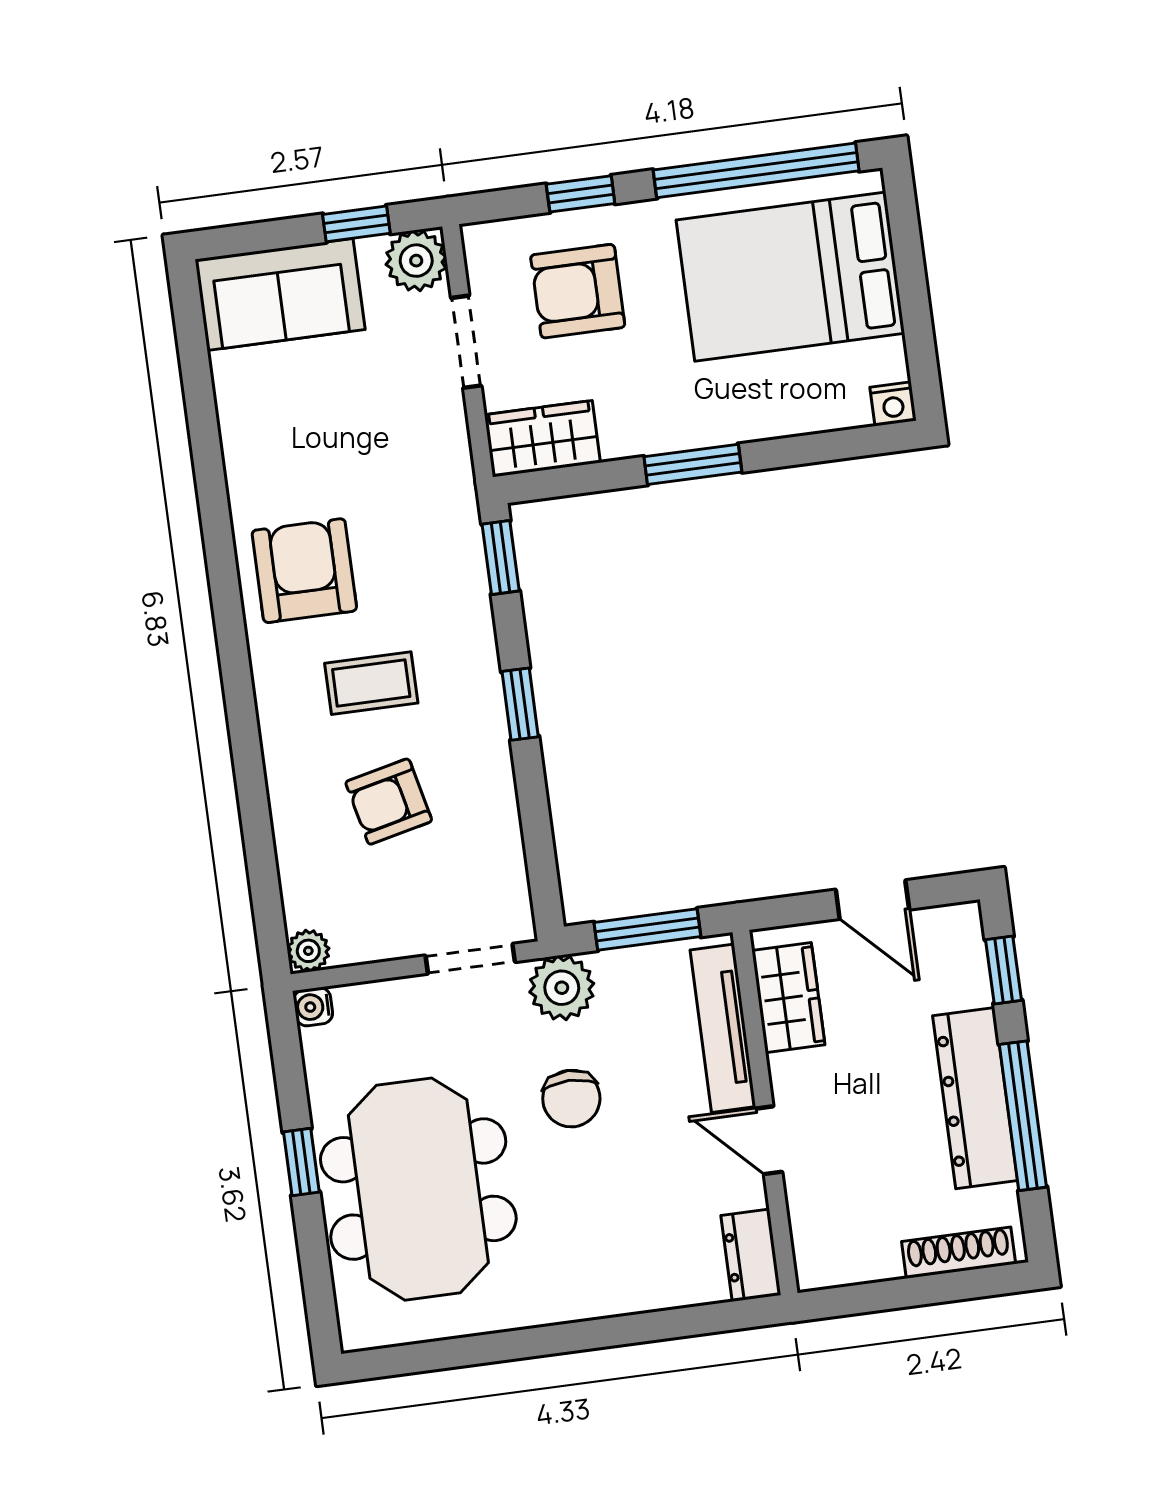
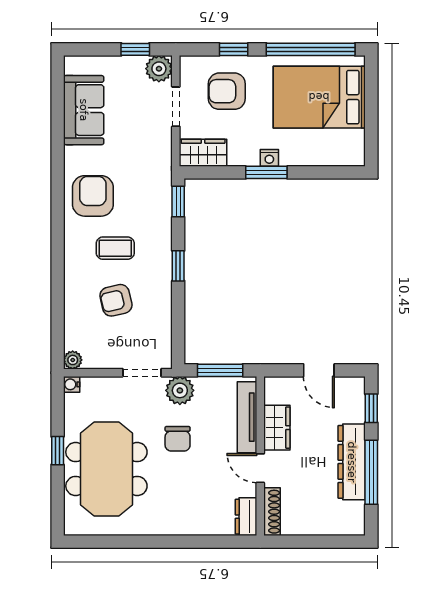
sofa: (280, 294) -> (84, 110), moved, turned -90
nightstand: (893, 404) -> (269, 158), moved
wardrobe: (788, 998) -> (277, 428), moved
shoe rack: (959, 1253) -> (272, 512), moved, turned 90

